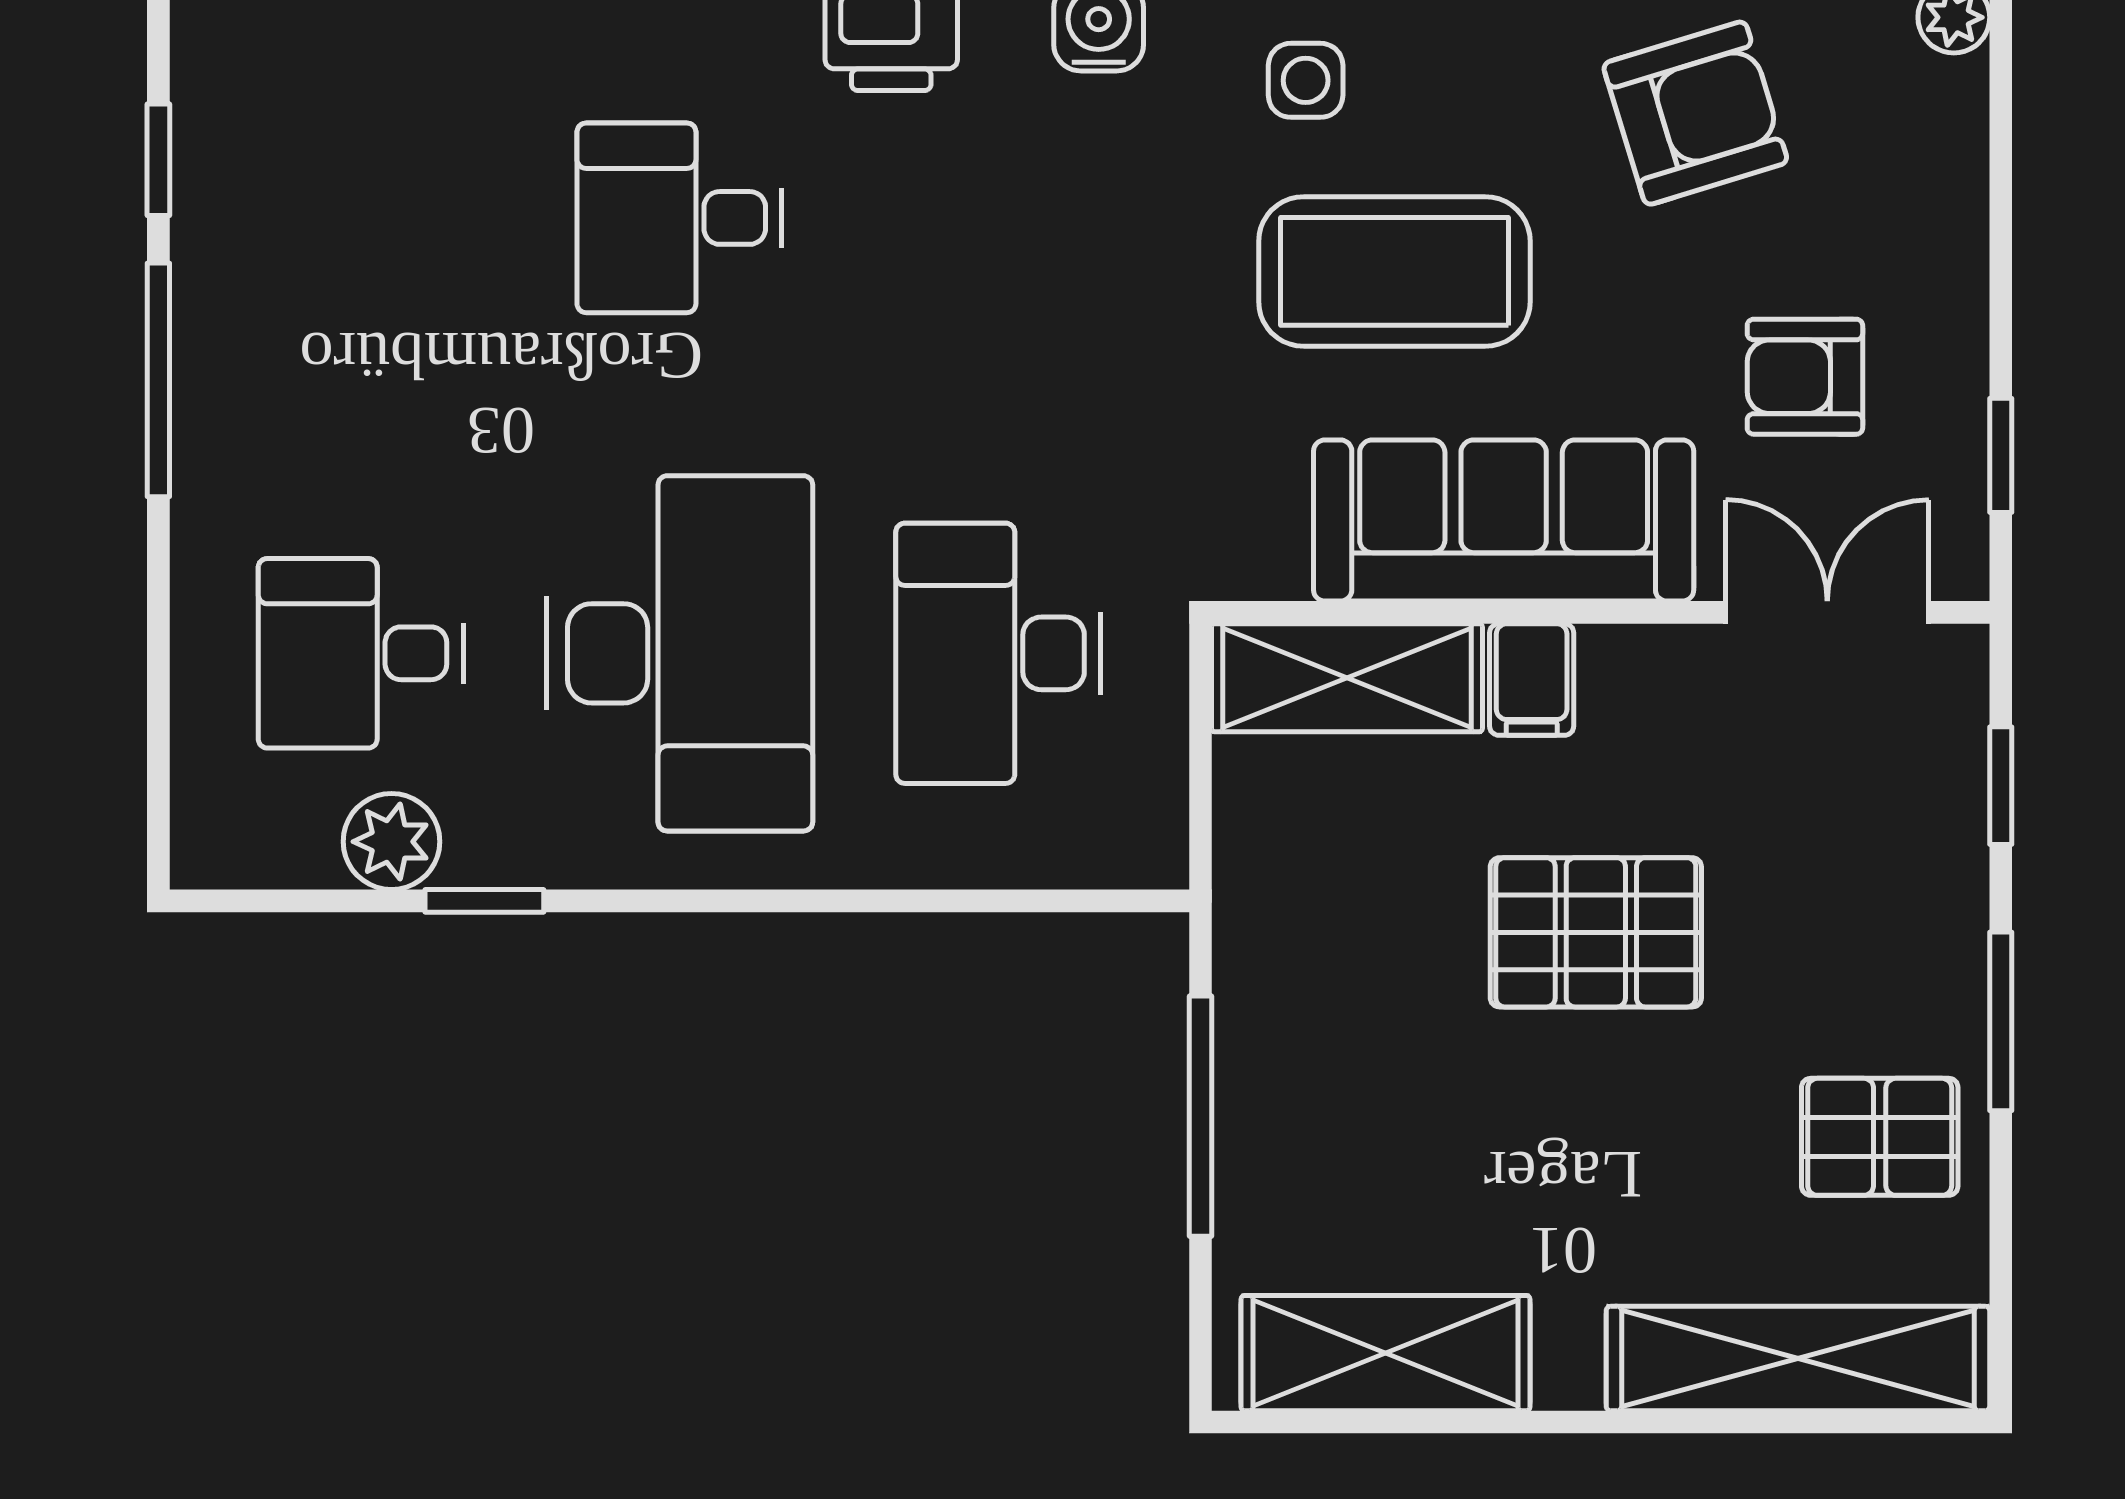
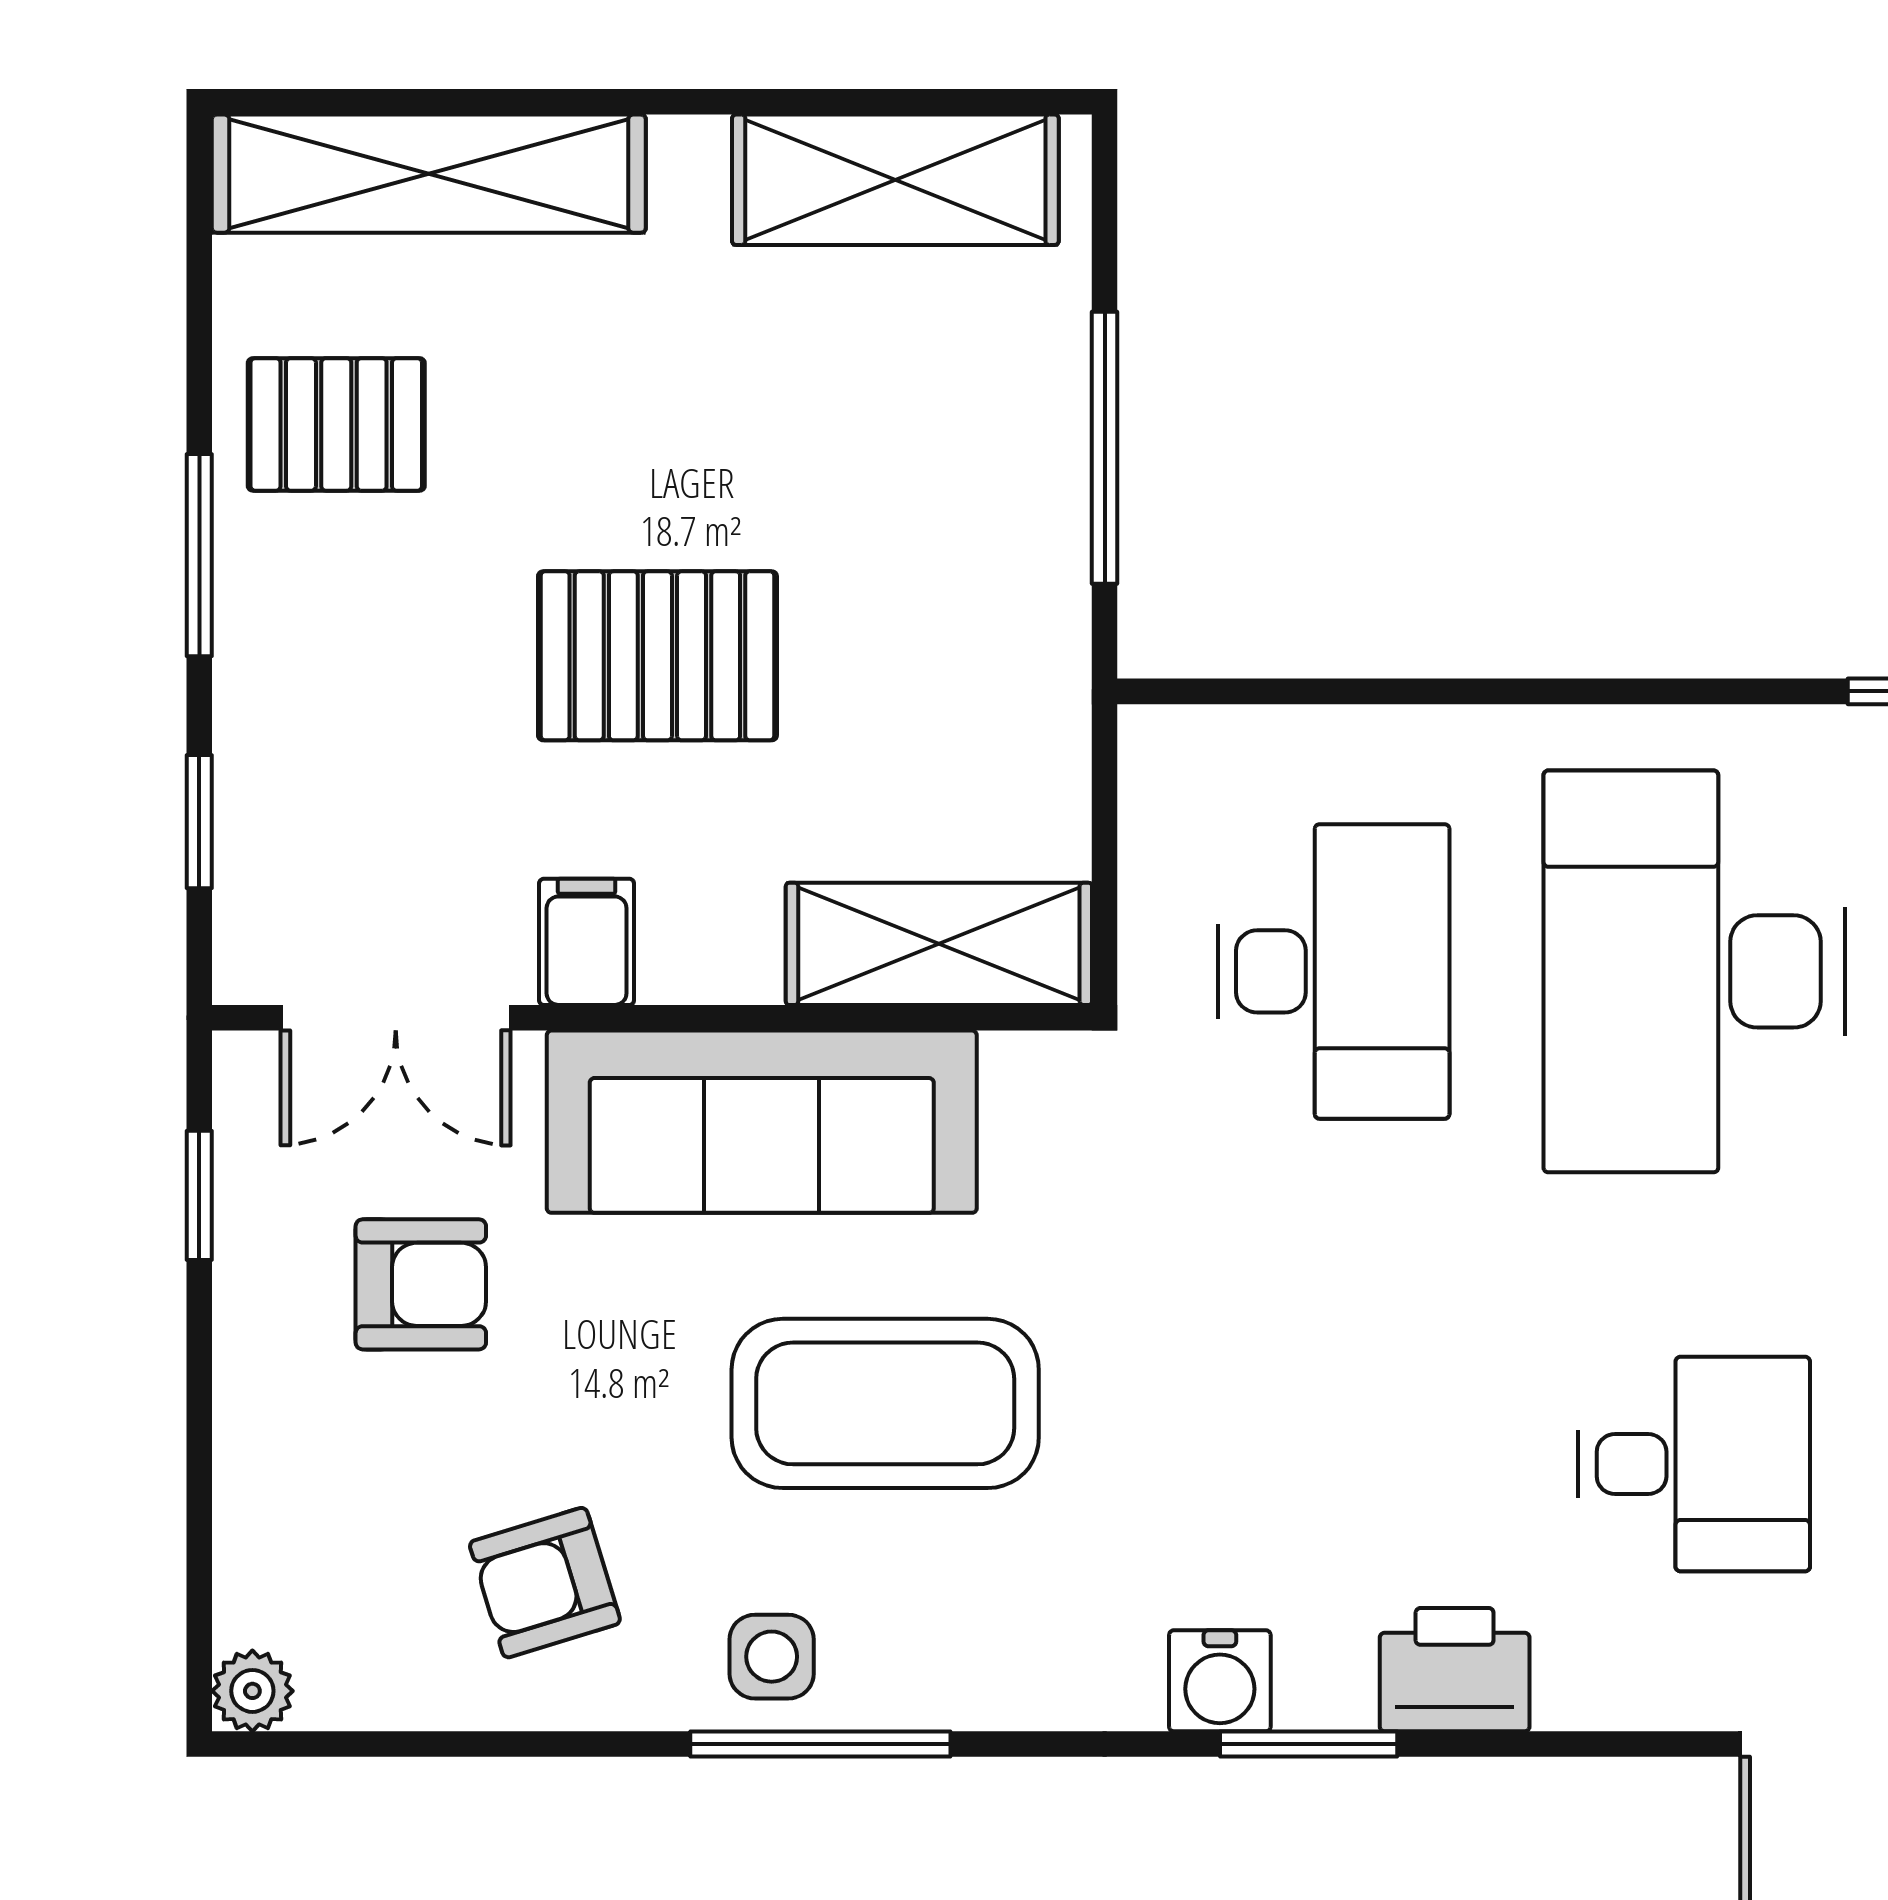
side table: (1306, 80) -> (772, 1657), moved
armchair: (1695, 113) -> (545, 1583), width x0.72, depth x0.72
filing cabinet: (1532, 679) -> (587, 942), moved

